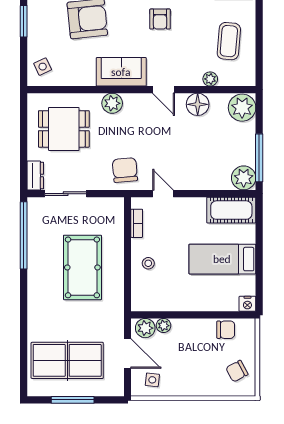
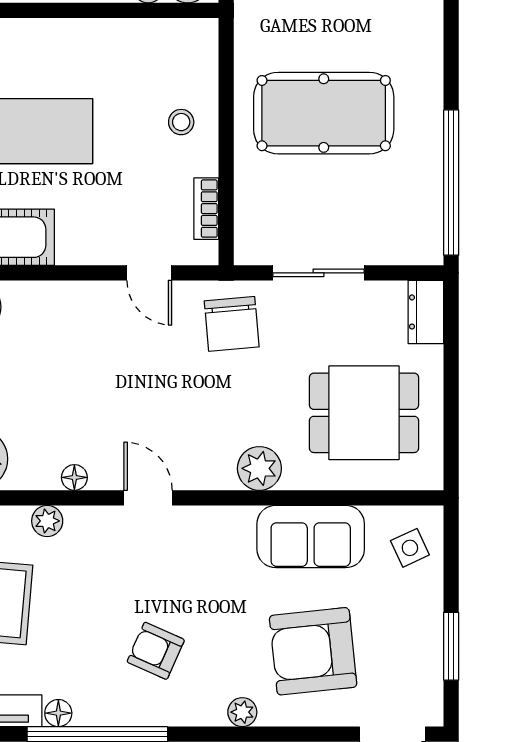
armchair: (160, 19) -> (156, 651), turned -66
sofa: (121, 72) -> (311, 536), moved
floor lamp: (198, 104) -> (74, 477), width x0.53, depth x0.53
sliding door: (66, 194) -> (319, 273), moved
pool table: (82, 267) -> (324, 113), turned 90

